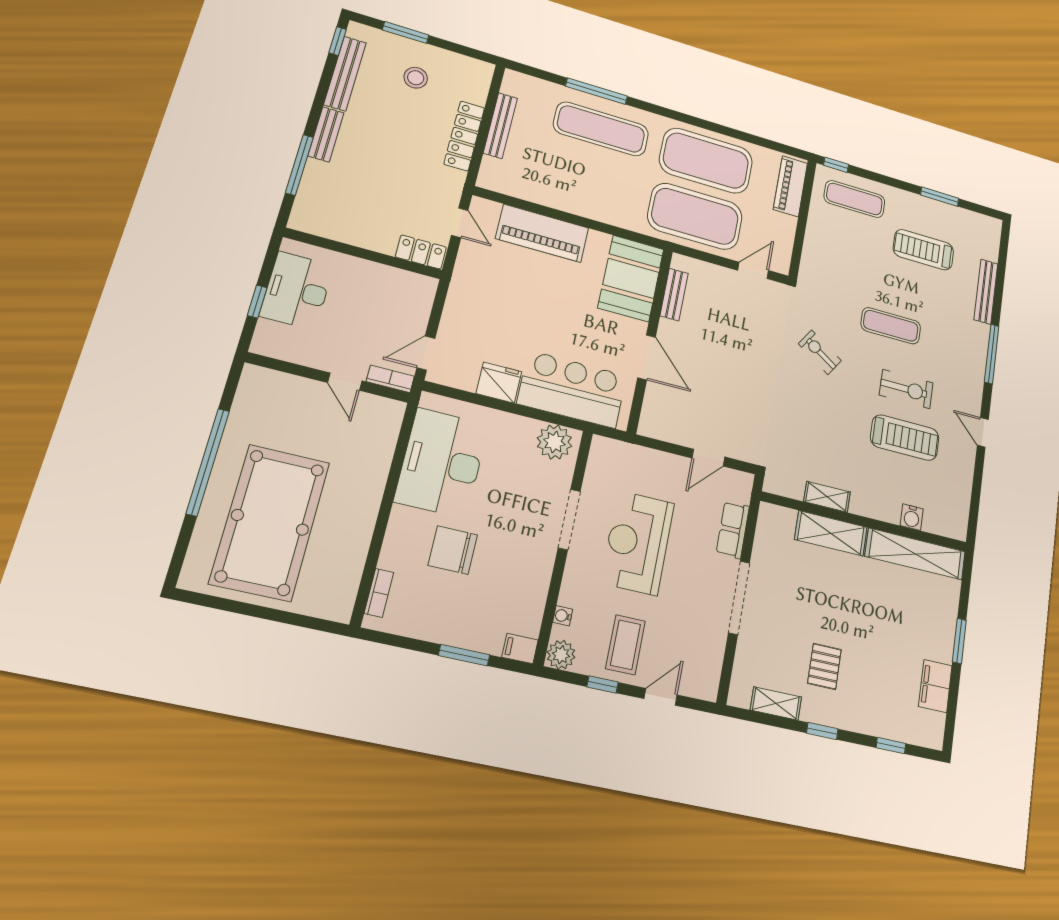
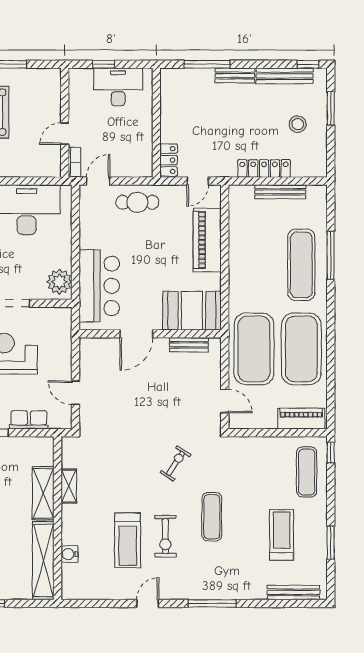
bench: (986, 292) -> (293, 592), moved
cafe table: (469, 309) -> (137, 202), added
door: (426, 353) -> (98, 181), hinge flipped
fridge: (499, 383) -> (91, 235), removed

